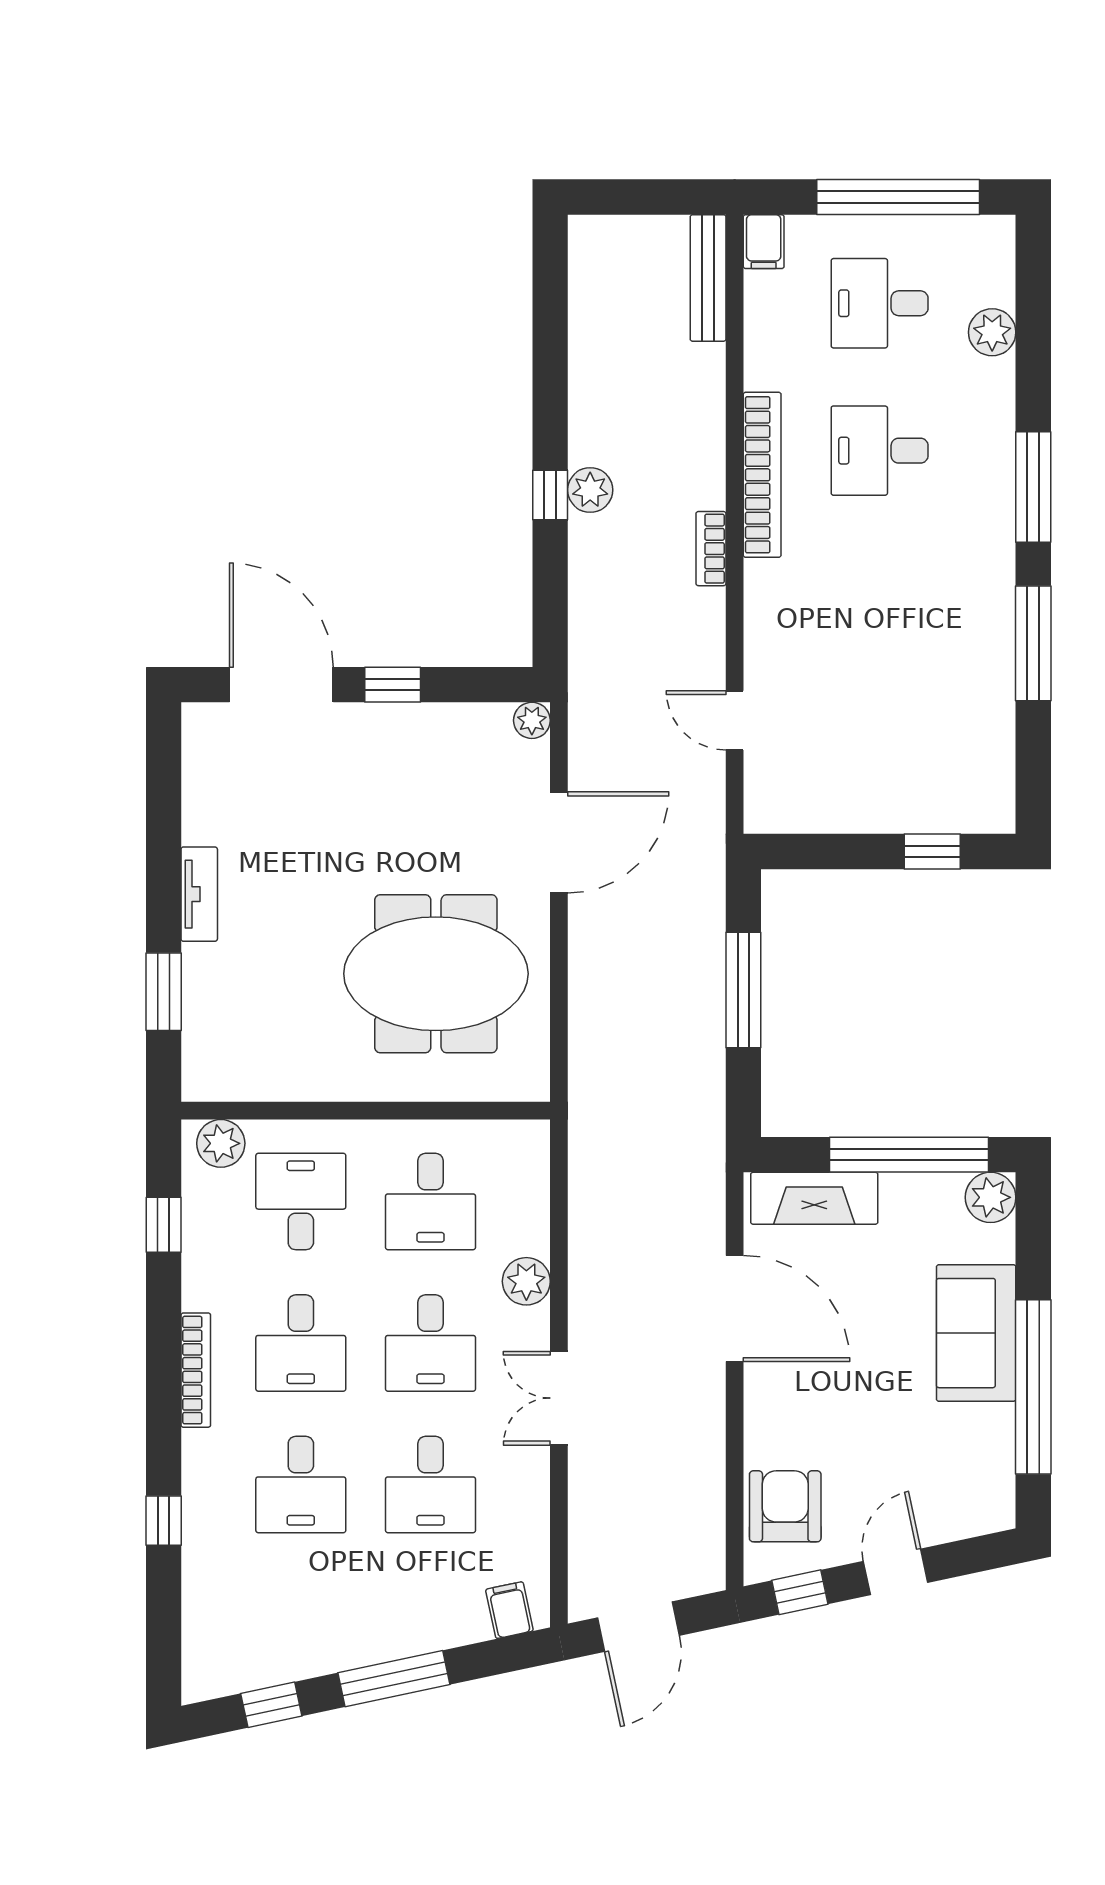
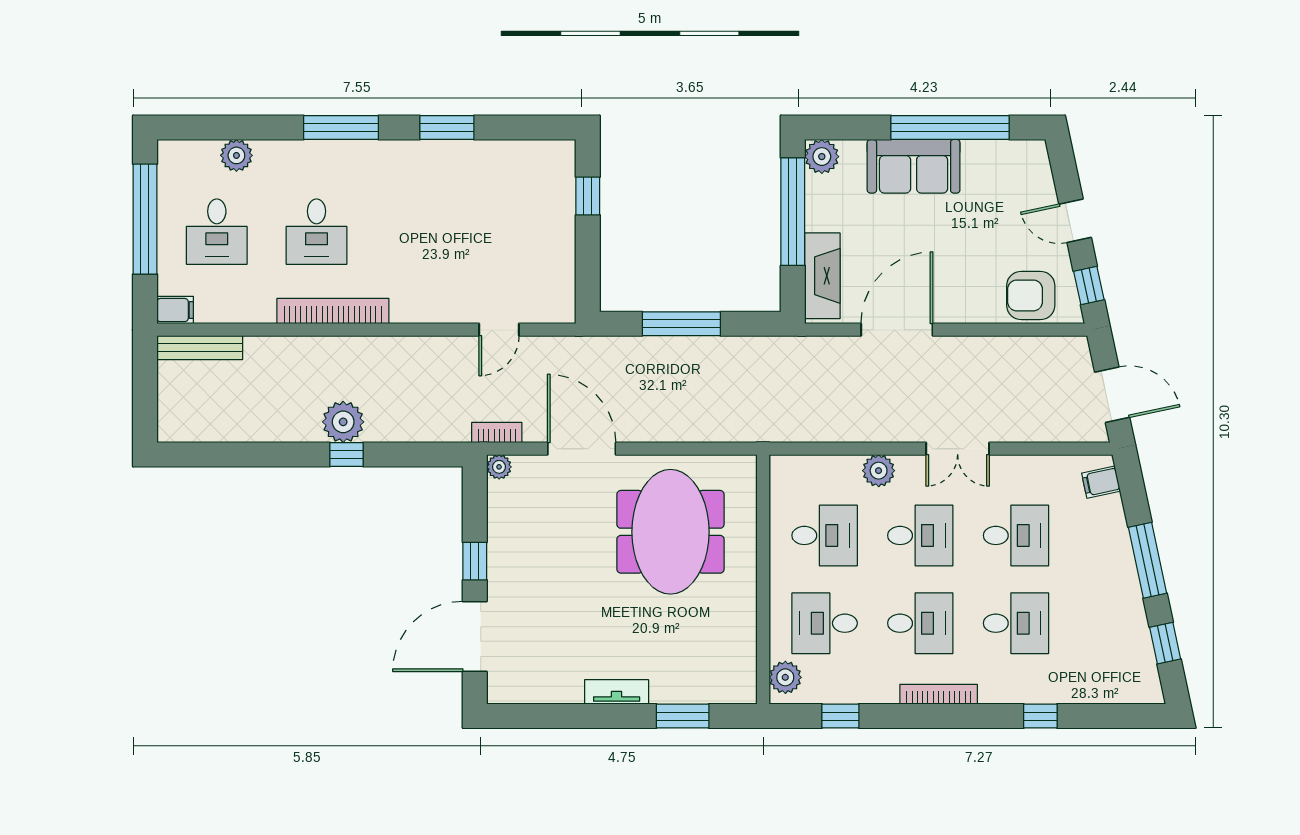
plant: (590, 490) -> (343, 422), width x1.36, depth x1.36
bookcase: (711, 549) -> (497, 433), moved, turned 180
window: (1033, 643) -> (447, 128), width x0.69

